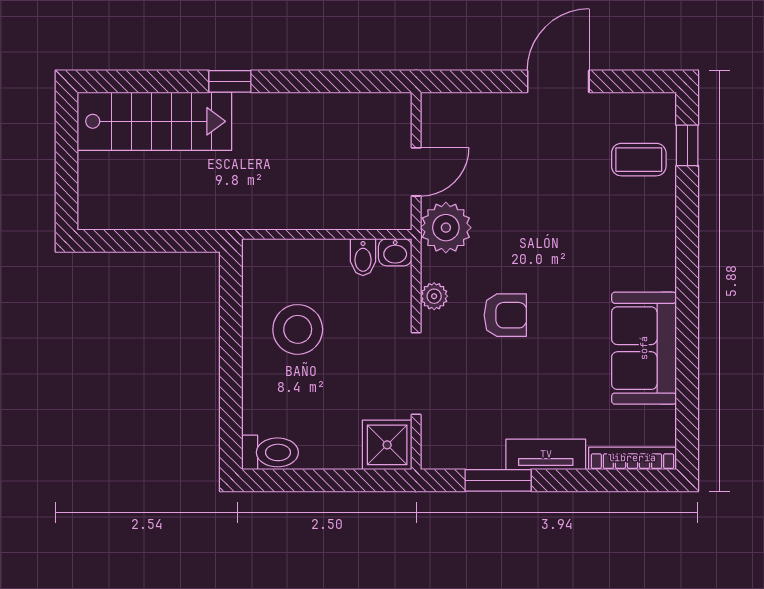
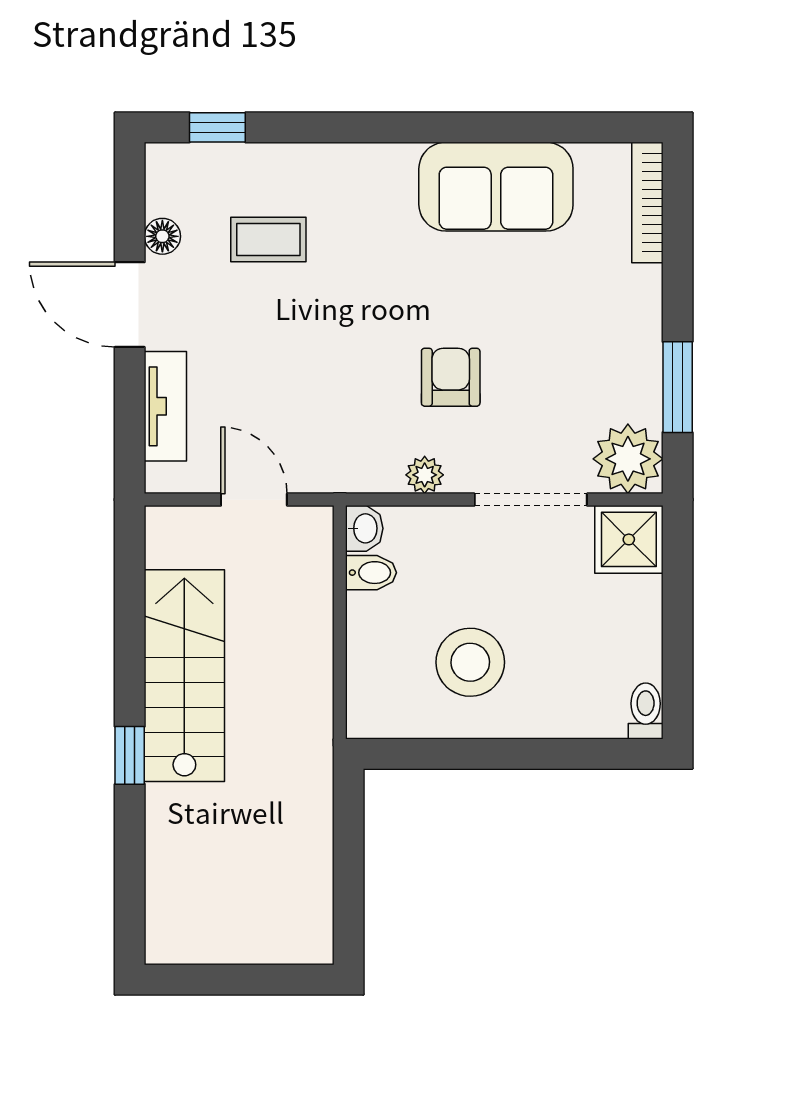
floor lamp: (608, 105) -> (162, 236), added
stairs: (154, 121) -> (184, 676), moved
coffee table: (639, 160) -> (268, 240), moved, turned 90
plant: (446, 228) -> (628, 459), moved
toilet: (270, 452) -> (646, 711), width x0.73, depth x0.72
tv unit: (546, 454) -> (165, 406), moved, turned 180

